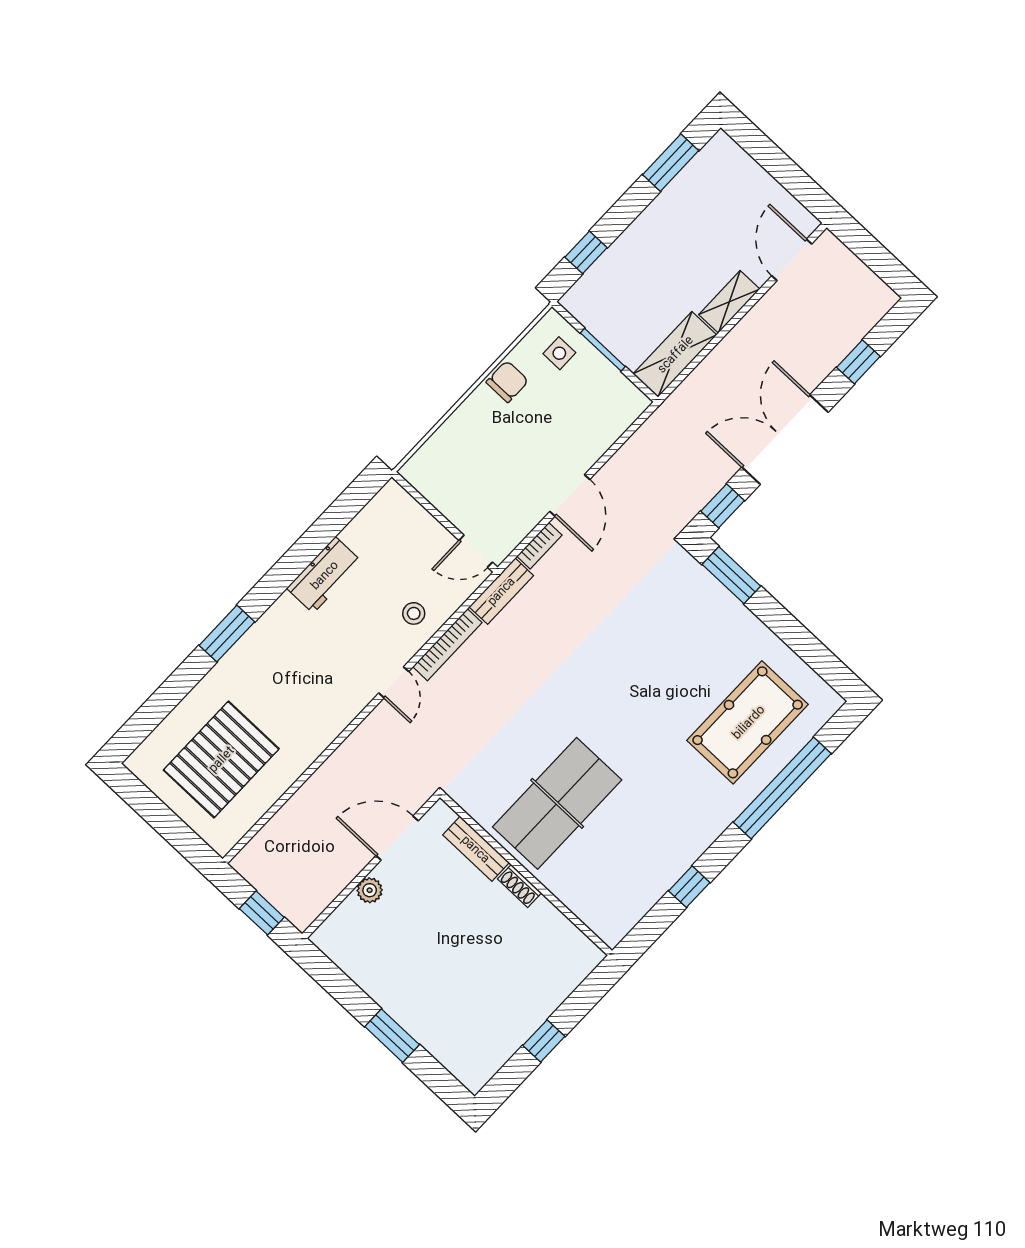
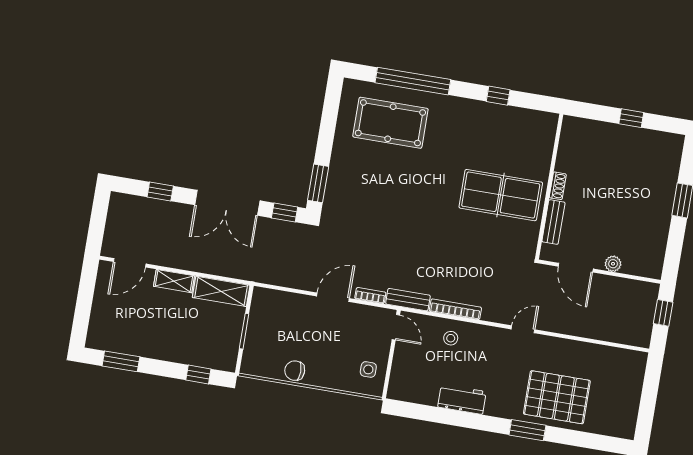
side table: (559, 353) -> (368, 369), moved
door: (394, 682) -> (523, 329), moved
pallet: (221, 759) -> (557, 397), moved

